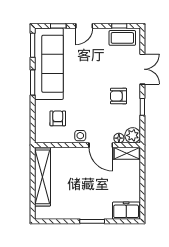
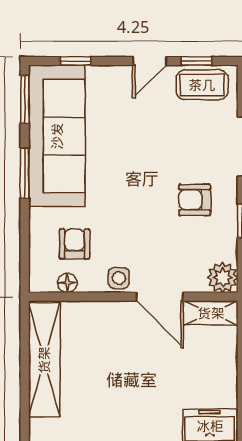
door: (84, 26) -> (149, 61), moved
floor lamp: (119, 138) -> (67, 283), moved

